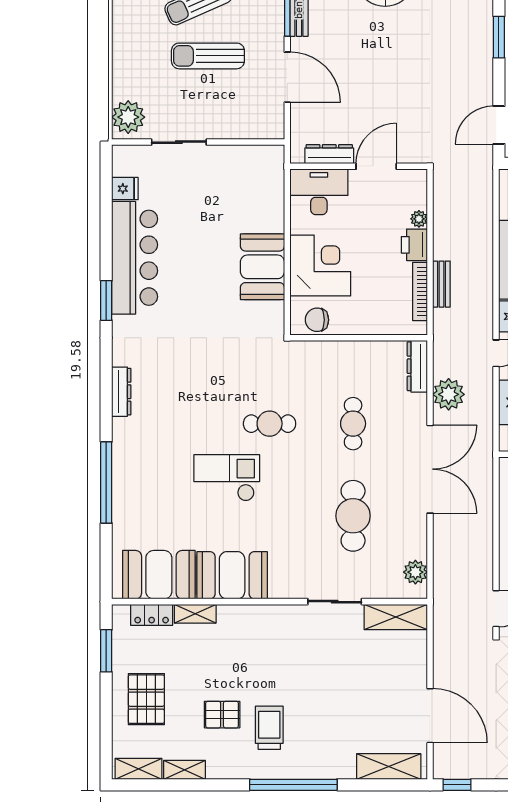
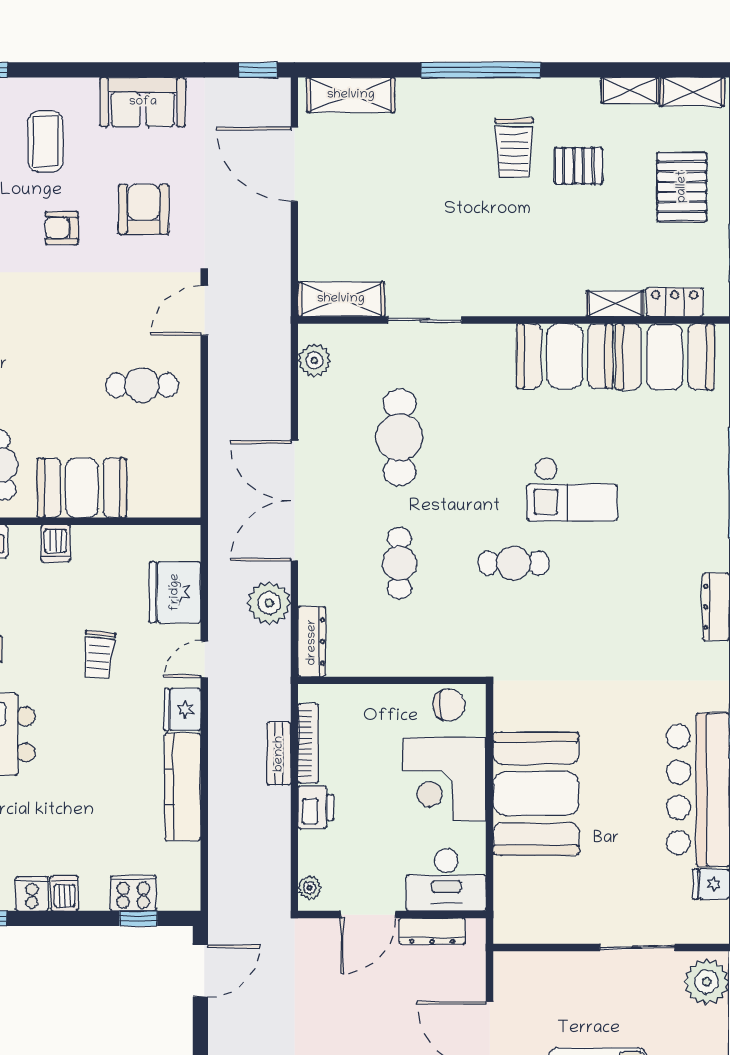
plant: (419, 219) -> (310, 888), moved
booth: (262, 267) -> (536, 794), width x1.36, depth x1.42

